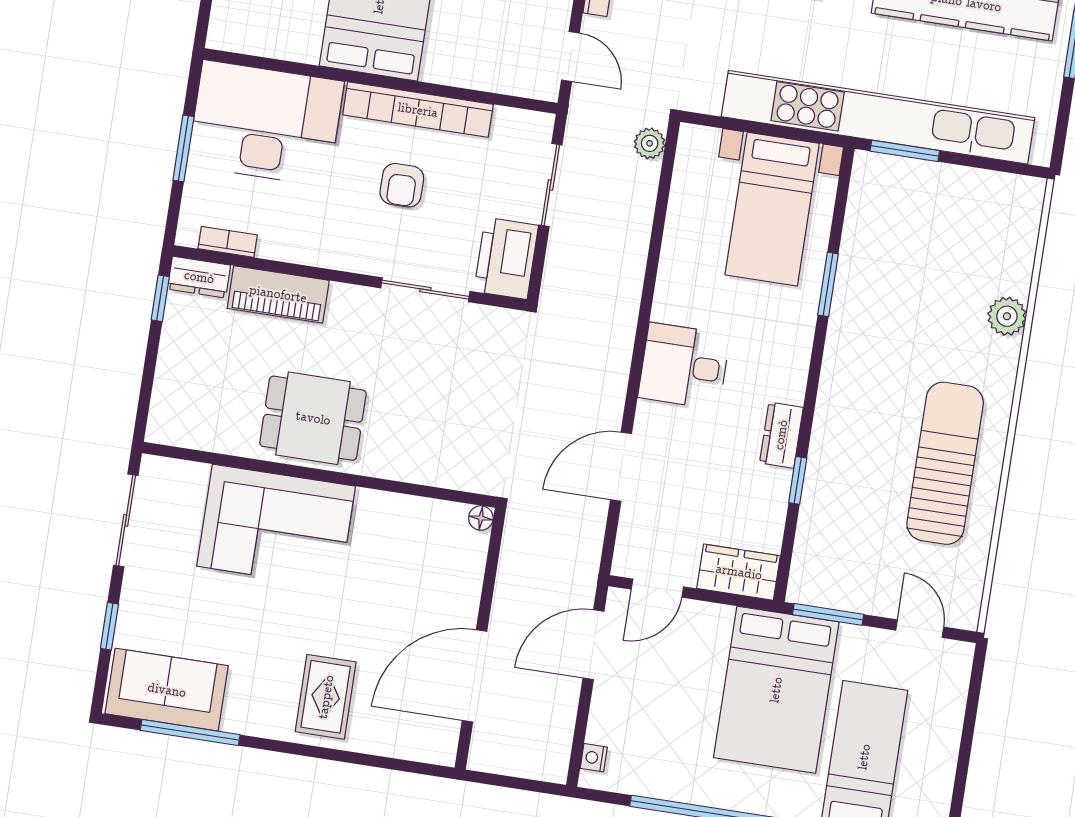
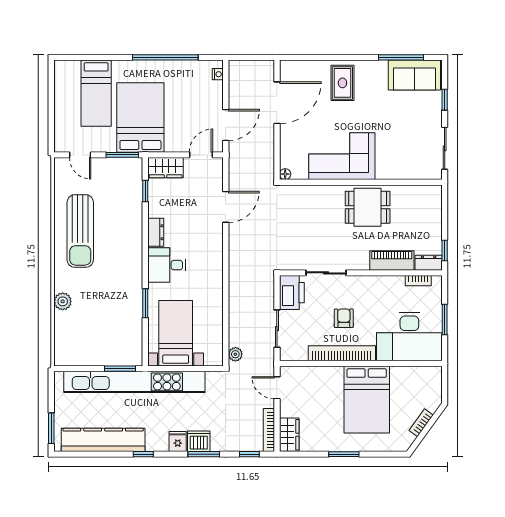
desk: (684, 366) -> (167, 265), moved, turned 180
window: (798, 480) -> (145, 191), moved
corner sofa: (276, 526) -> (342, 156), moved

